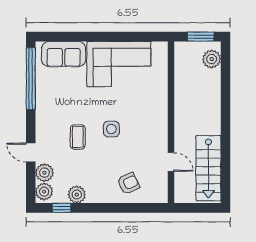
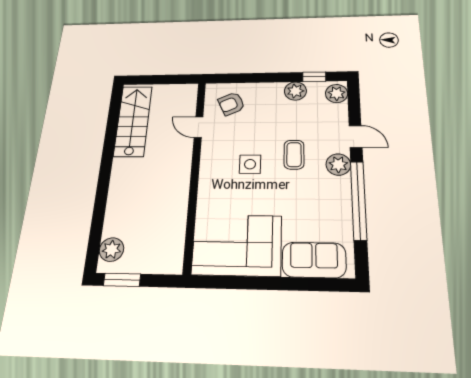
window: (31, 78) -> (359, 200), moved
wall: (171, 122) -> (195, 172), moved
door: (171, 162) -> (199, 127), moved
plant: (44, 173) -> (338, 165), moved

